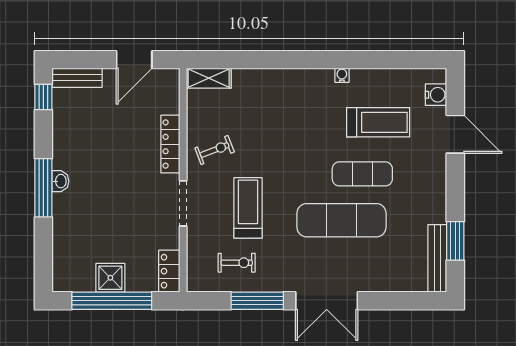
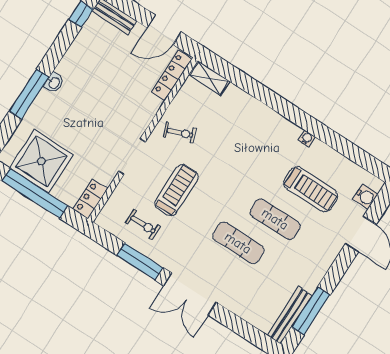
locker: (170, 144) -> (172, 75), moved
window: (43, 188) -> (29, 94), moved
exercise mat: (341, 220) -> (238, 243), width x0.73, depth x0.69
window: (455, 241) -> (311, 311), width x1.44
shower: (110, 278) -> (42, 161), width x1.86, depth x1.86

